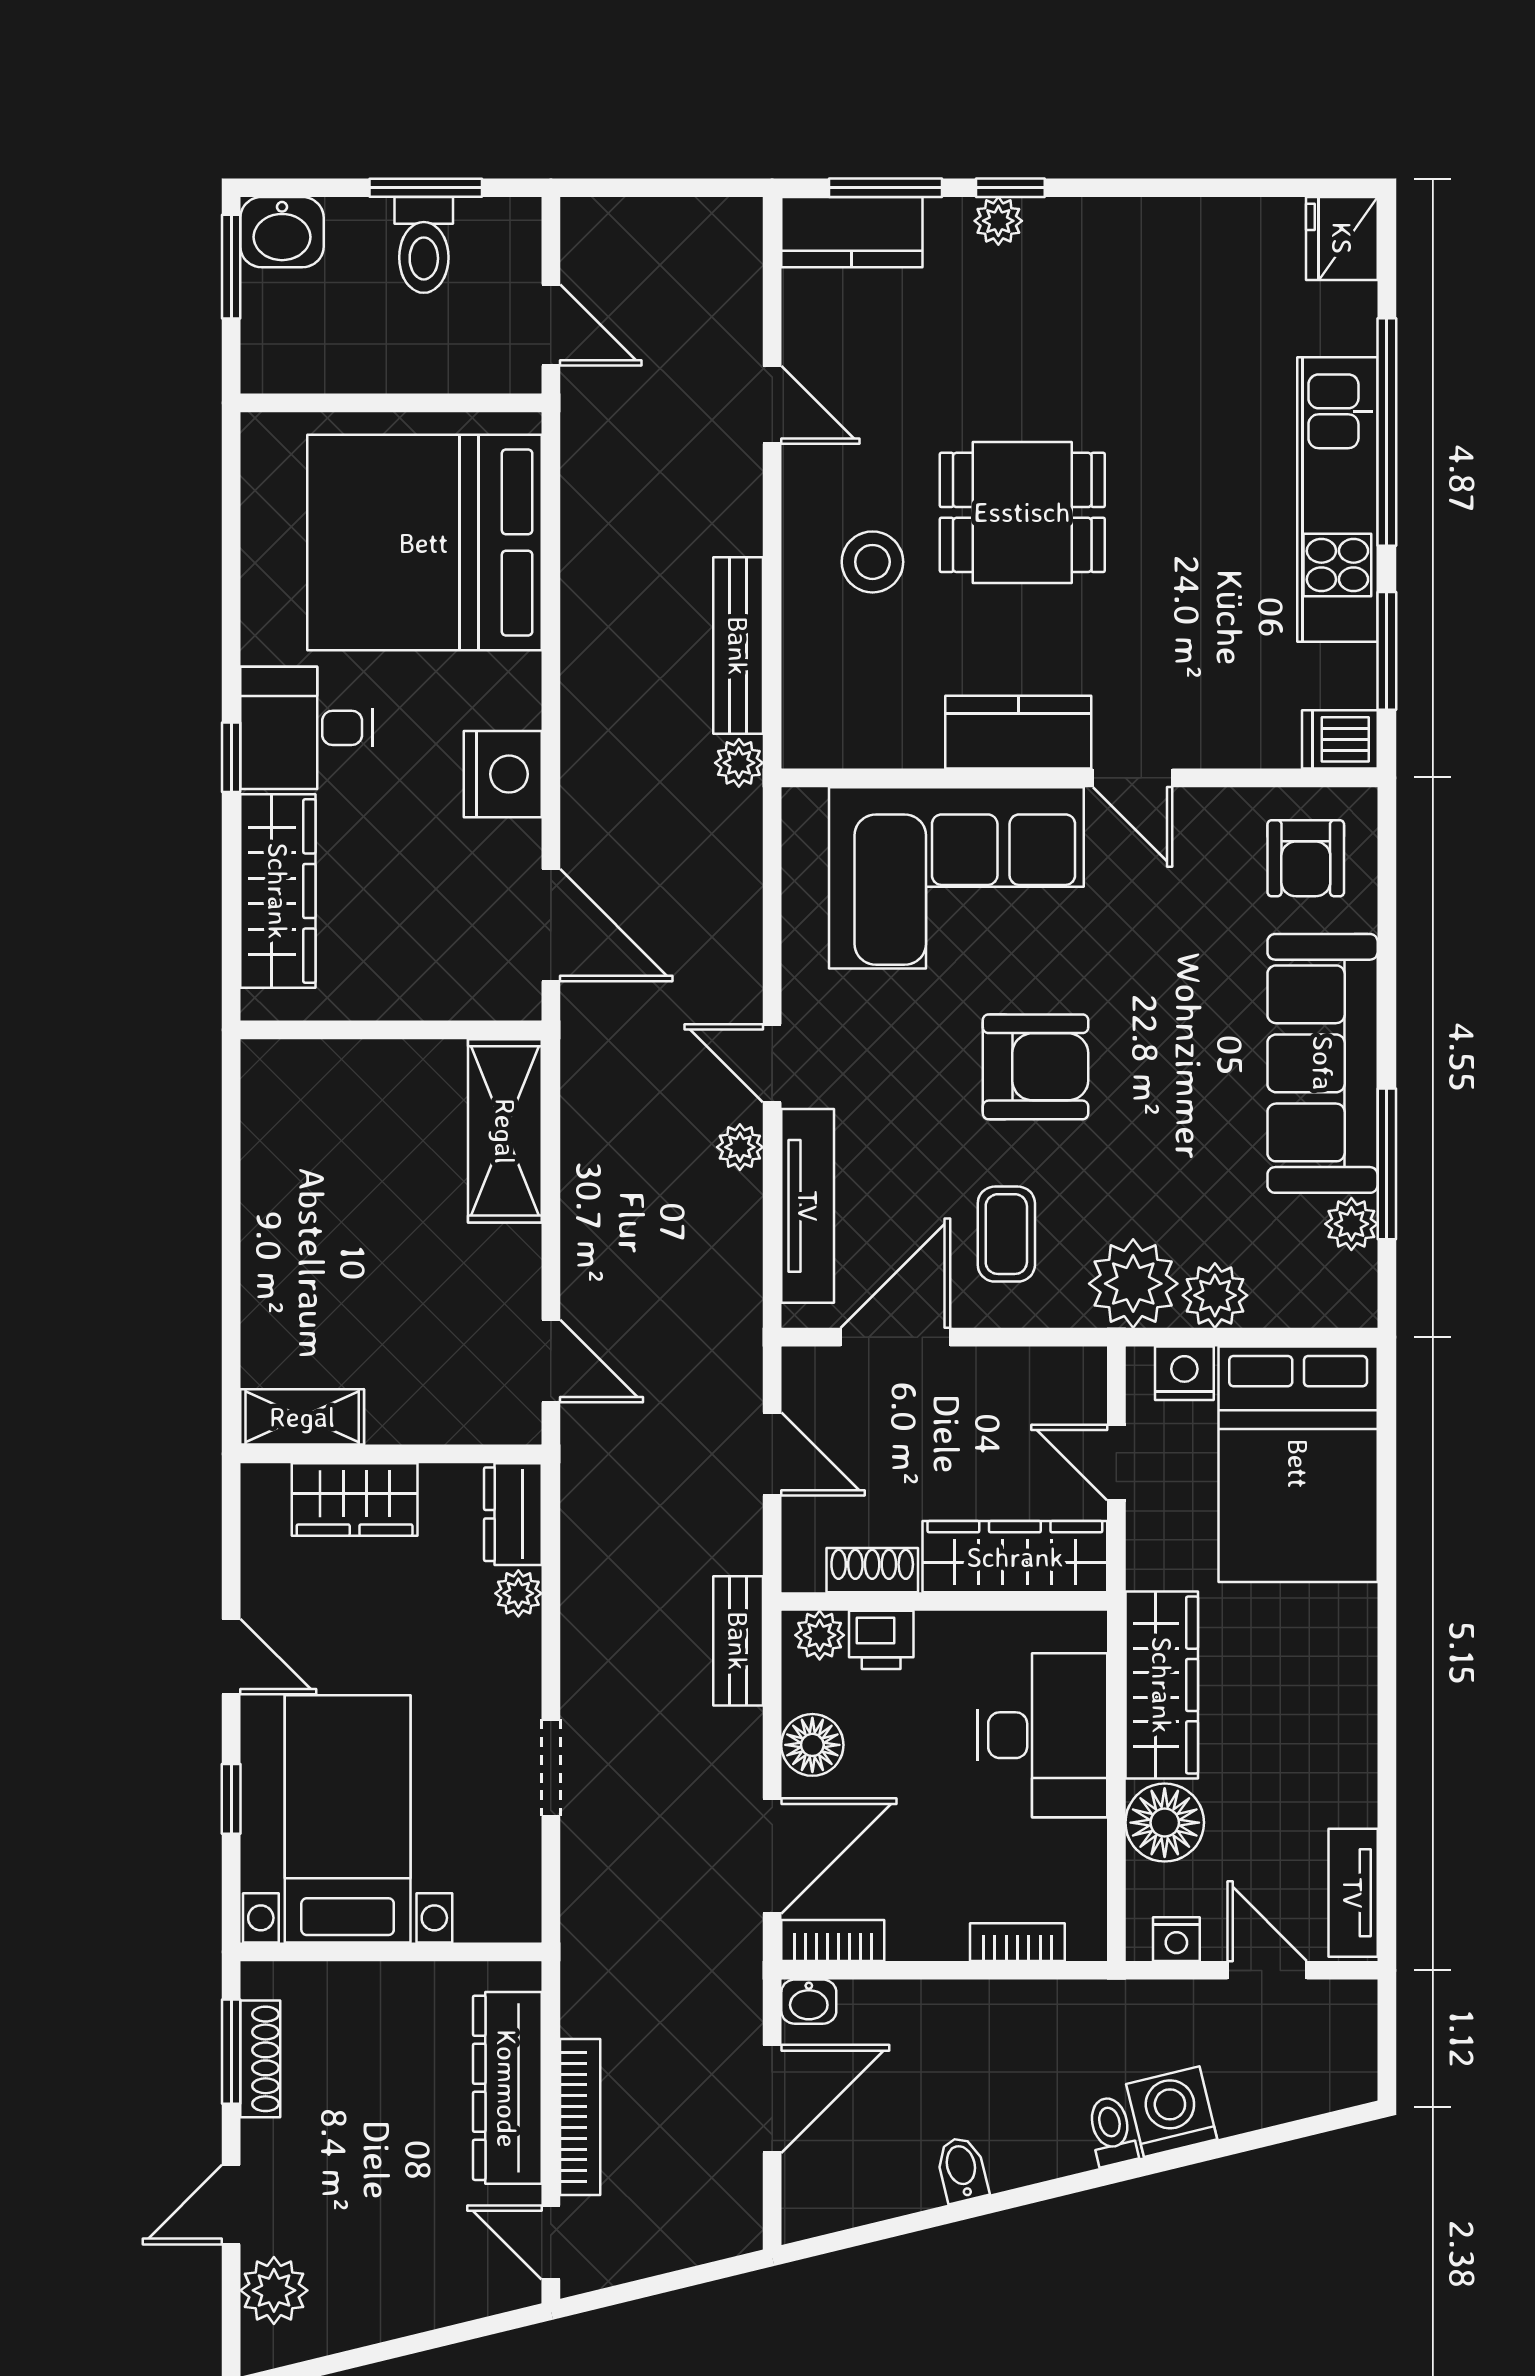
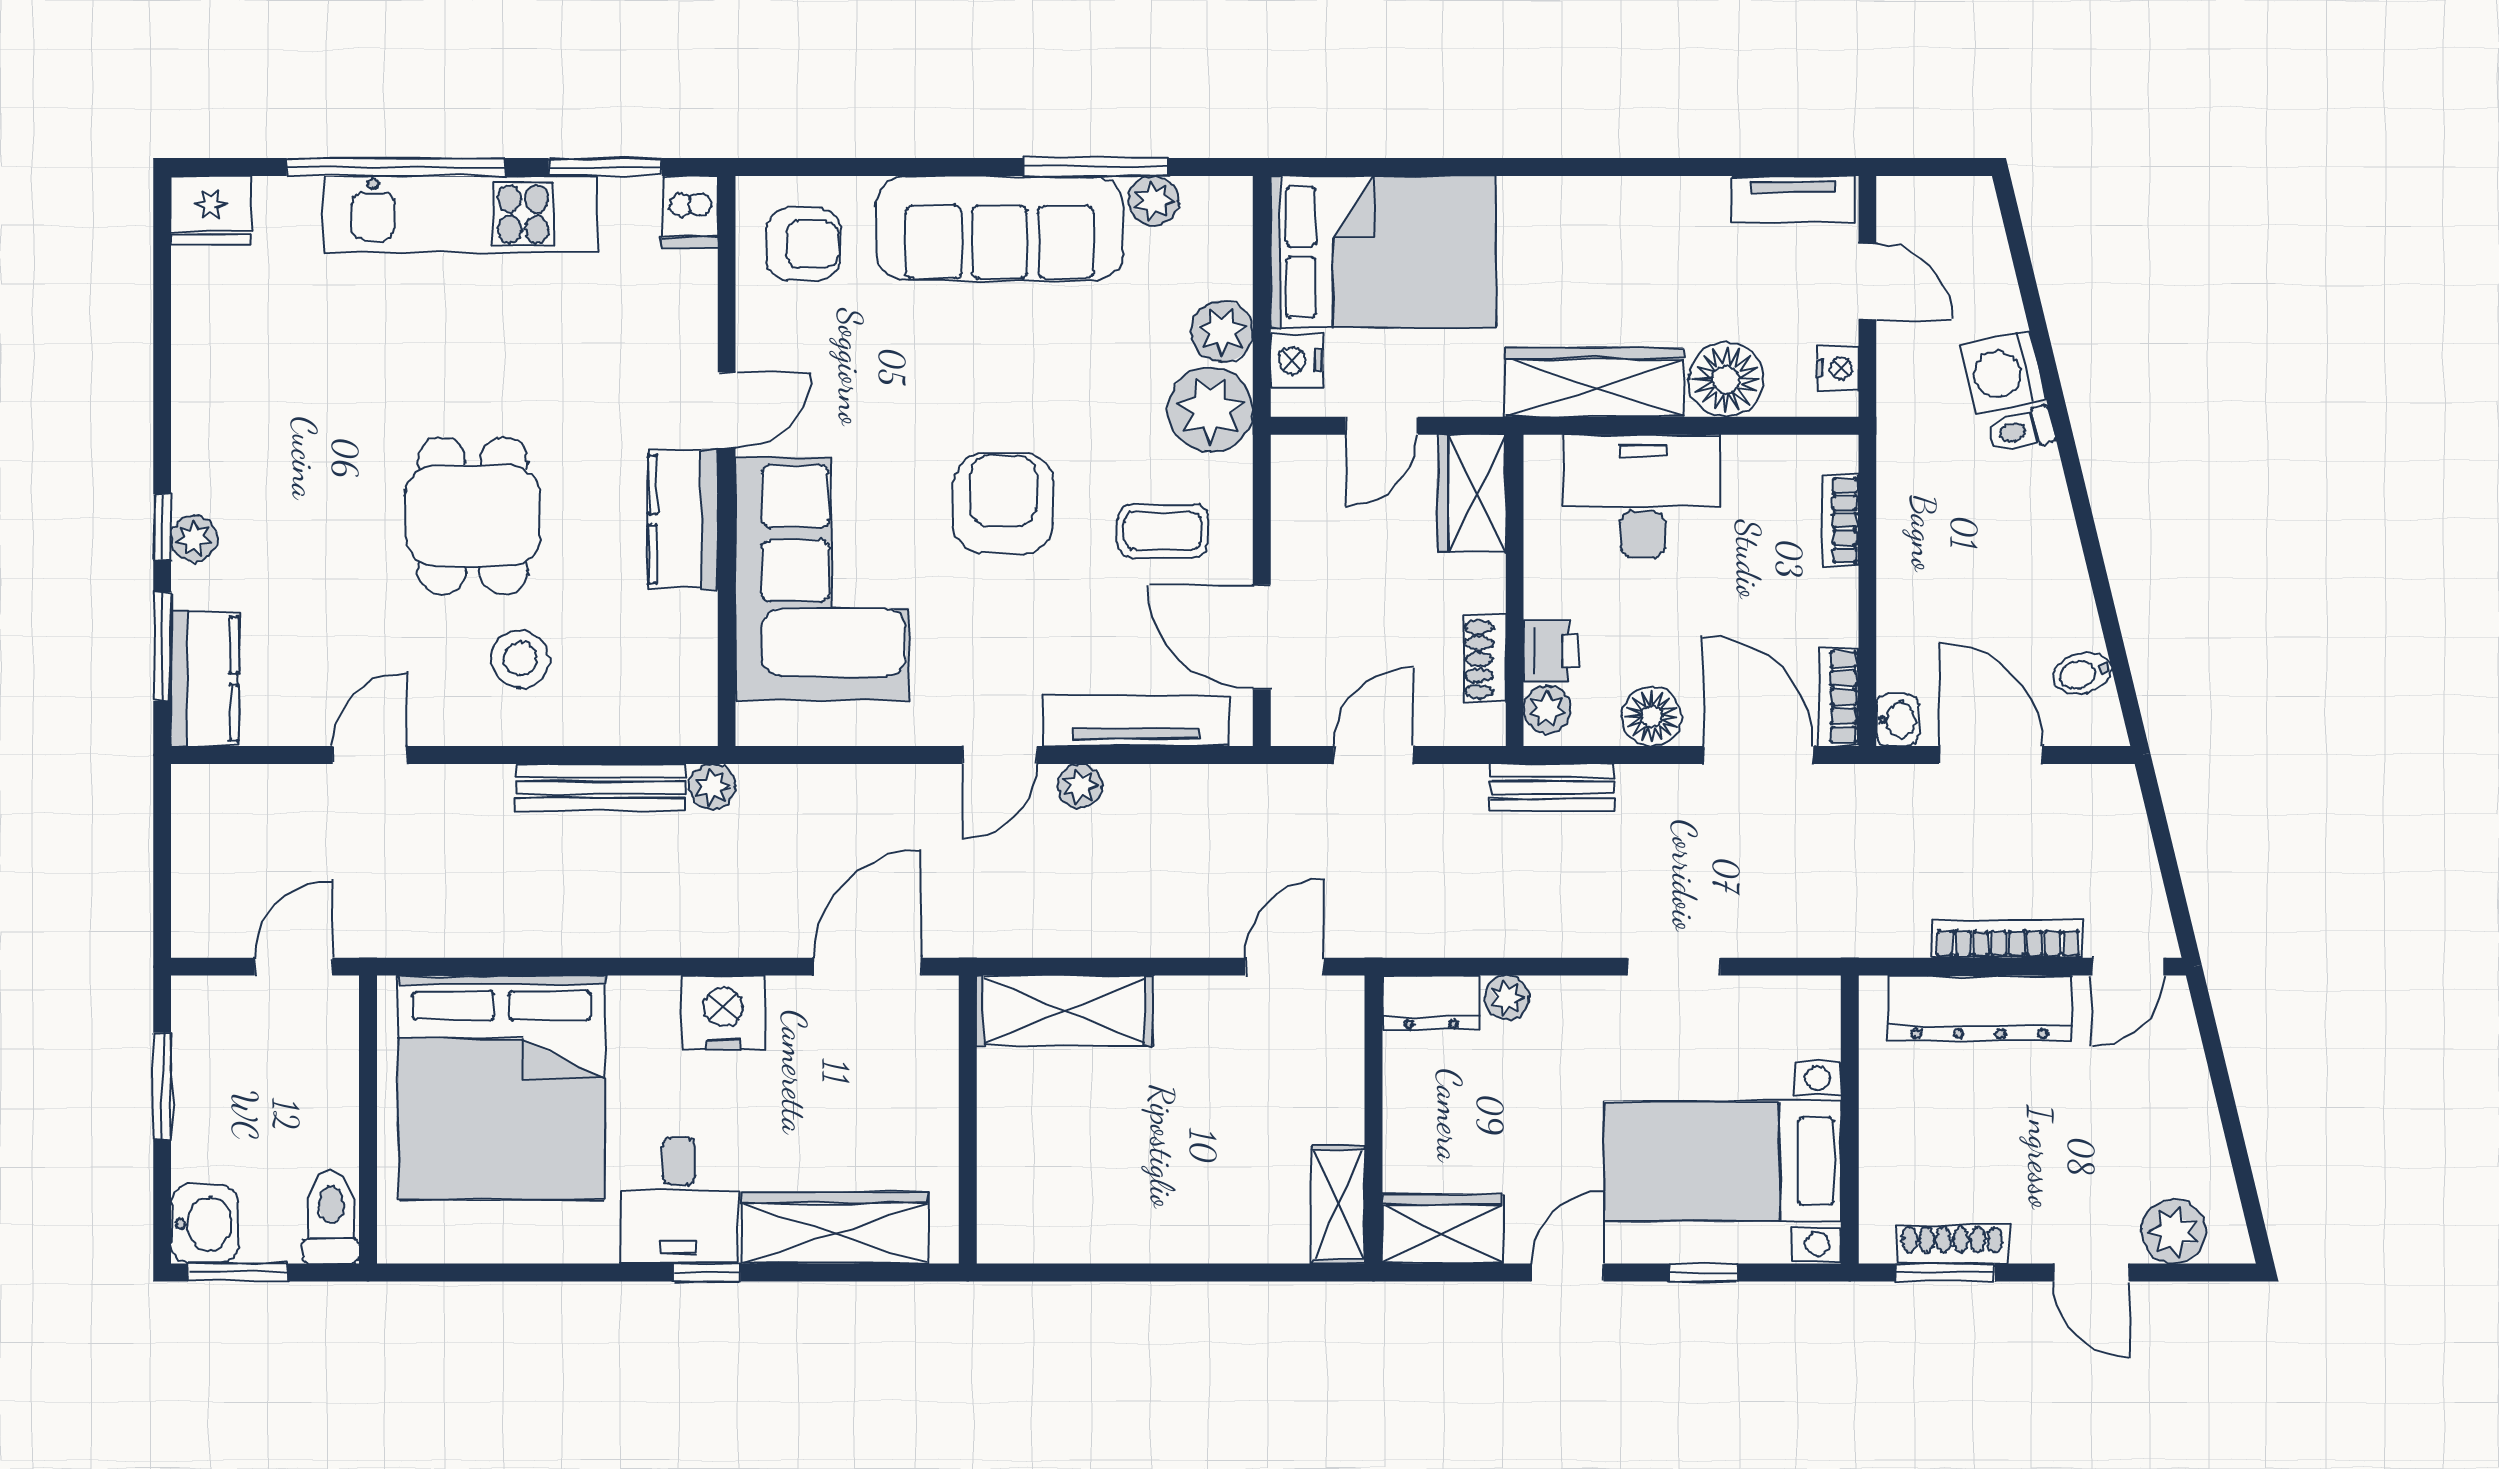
toilet: (424, 245) -> (331, 1218), moved, turned -90
wardrobe: (355, 1500) -> (1442, 1229), moved, turned -90
wardrobe: (1015, 1557) -> (1472, 493), width x0.67
door: (1267, 1970) -> (1867, 281), swing flipped
bidet: (962, 2169) -> (2082, 674), moved

